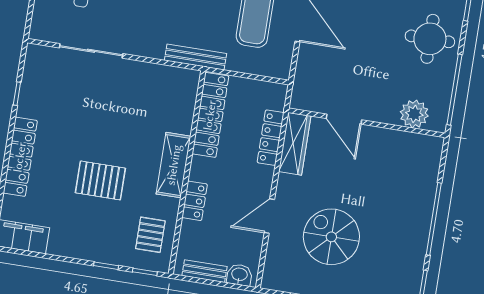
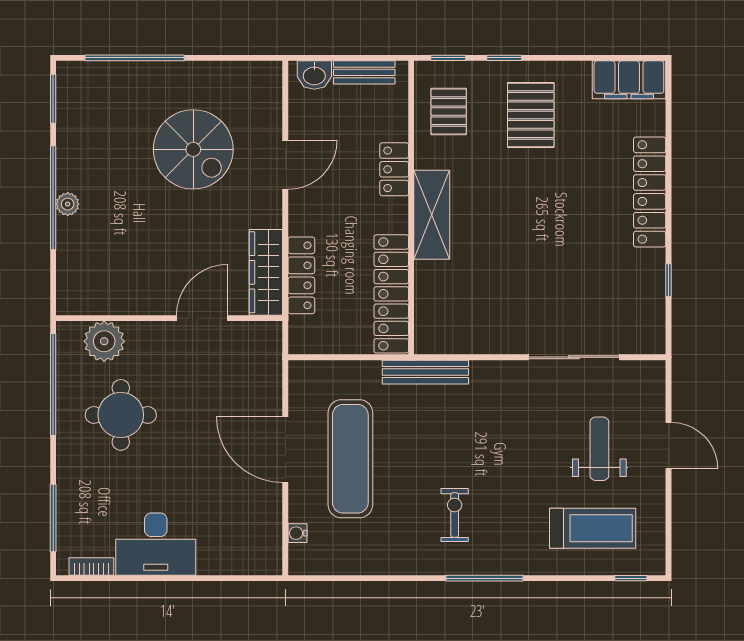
round table: (430, 39) -> (121, 415), moved
door: (344, 119) -> (202, 318), hinge flipped
pallet: (100, 180) -> (531, 115), moved, turned 90
plant: (424, 213) -> (68, 204), added

